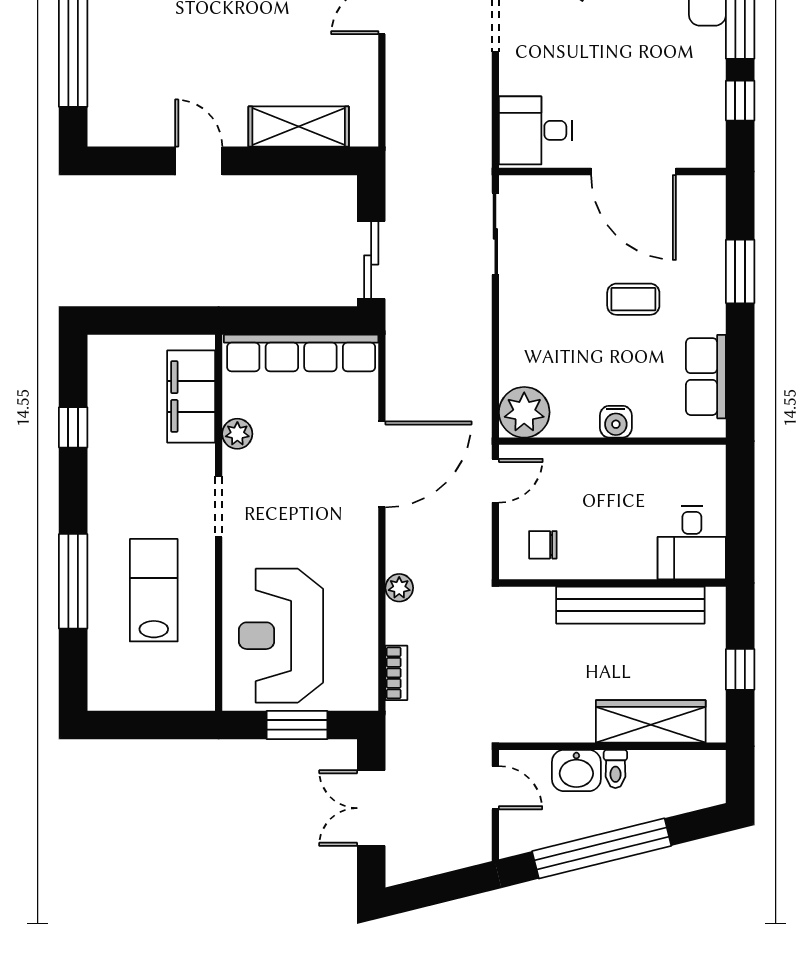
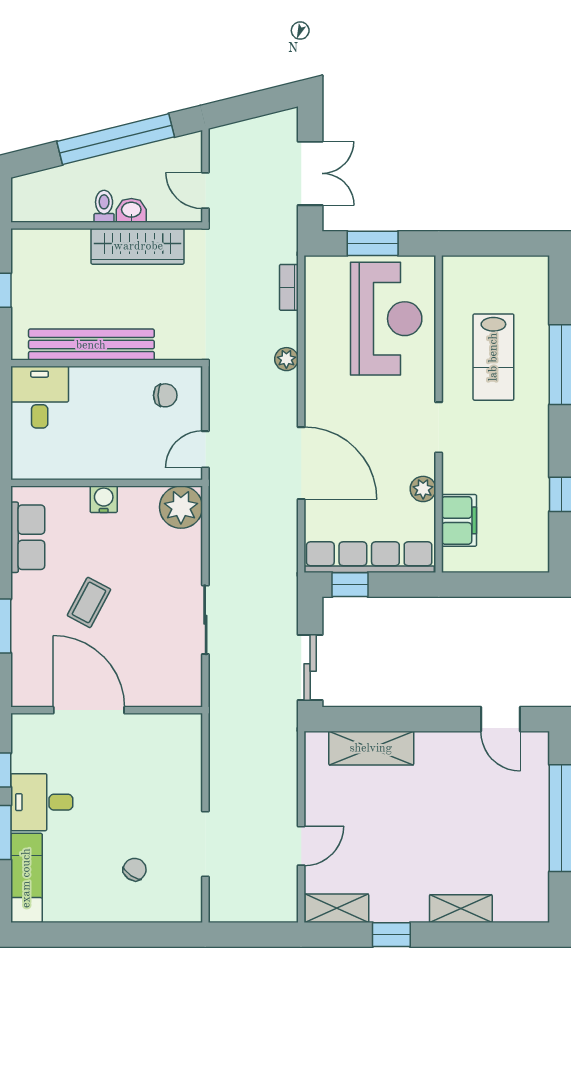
desk: (536, 130) -> (42, 802), moved, turned 180
door: (199, 161) -> (500, 719), moved
sliding door: (495, 234) -> (205, 620), moved
sliding door: (371, 260) -> (310, 667), moved
coffee table: (633, 299) -> (89, 602), turned -62
window: (324, 320) -> (350, 585), added
filing cabinet: (191, 397) -> (459, 520), width x0.67, depth x0.86
door: (382, 464) -> (301, 463), swing flipped
wardrobe: (651, 721) -> (138, 246), moved
washbasin: (576, 771) -> (131, 210), width x0.72, depth x0.69

